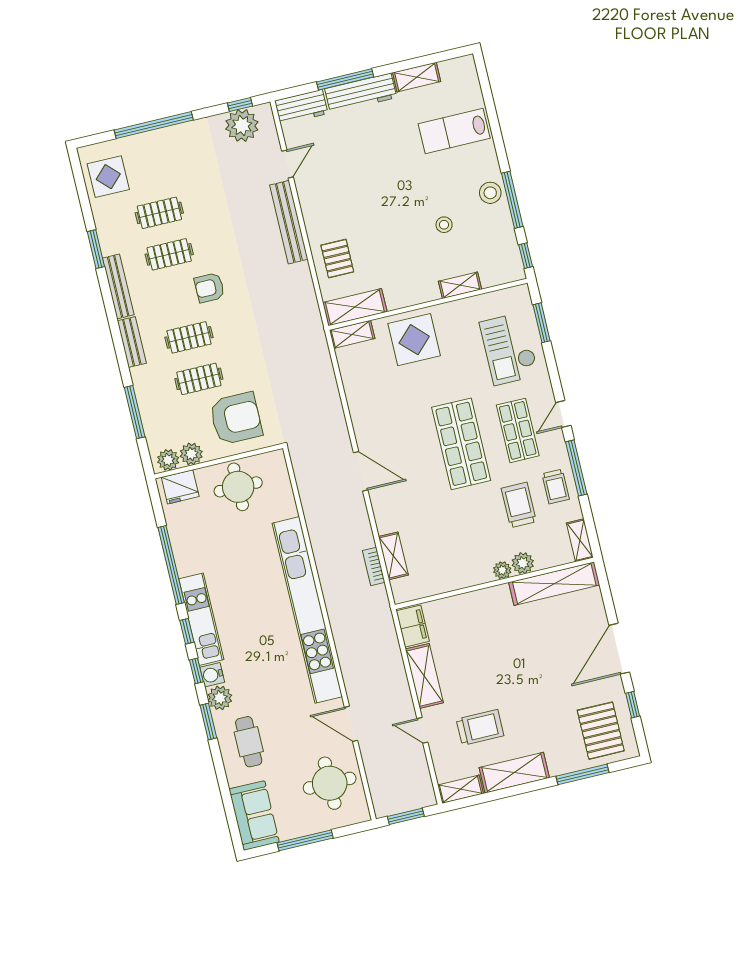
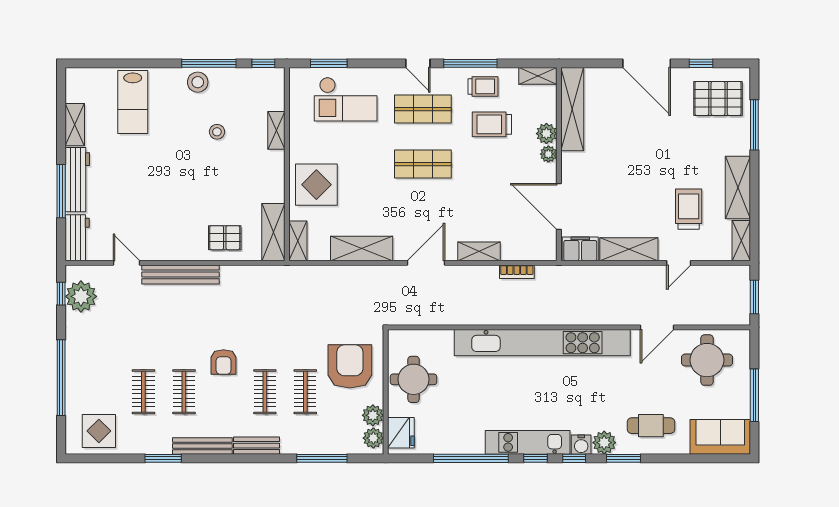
shelving: (360, 402) -> (362, 248), added
shop shelf: (461, 444) -> (423, 164), width x0.70, depth x0.74
shelving: (393, 556) -> (479, 251), moved
door: (451, 594) -> (559, 207), added

